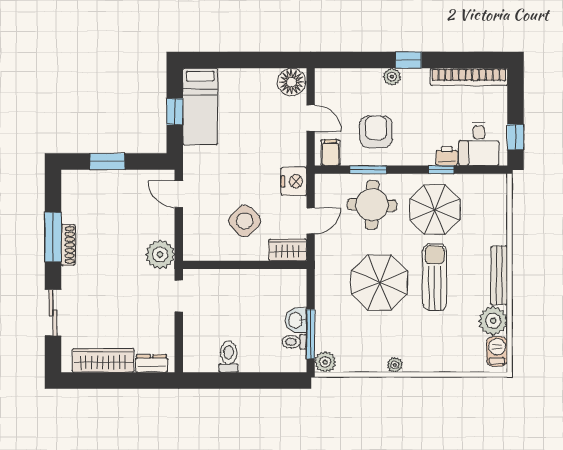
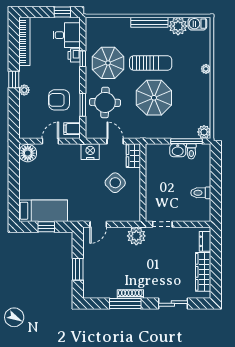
sun lounger: (435, 277) -> (151, 63), turned 180
plant: (395, 365) -> (206, 69), moved

